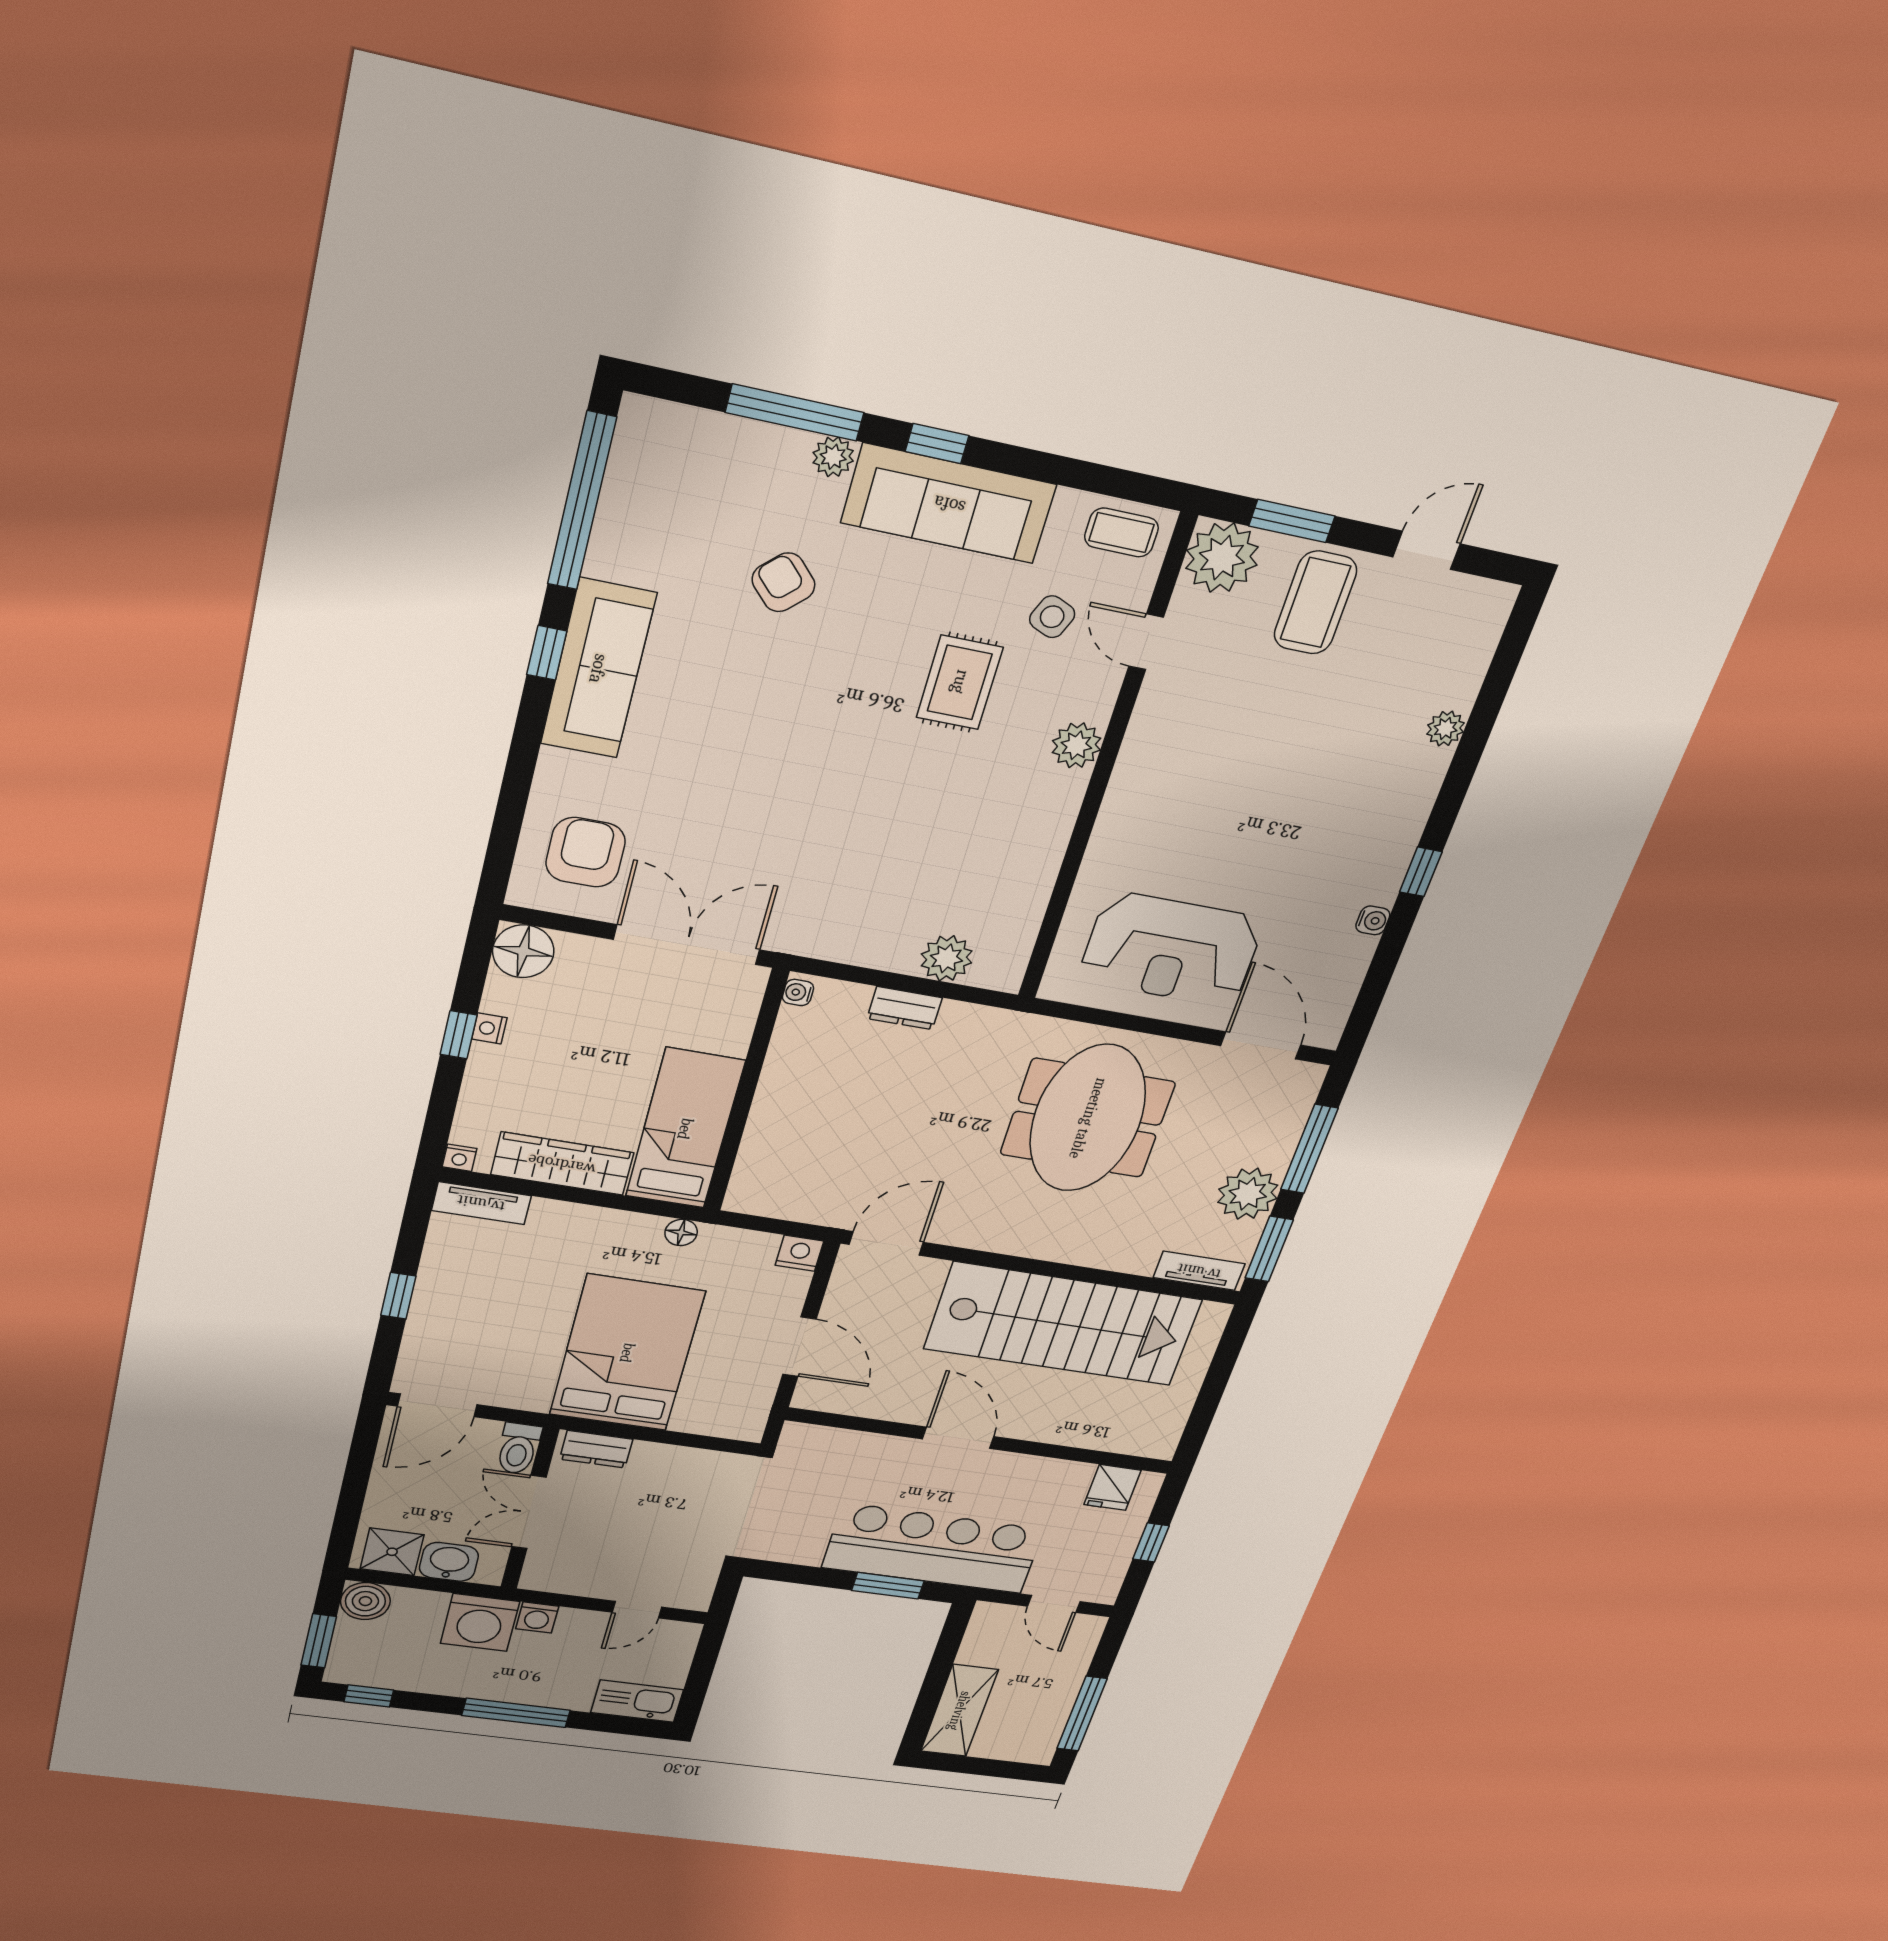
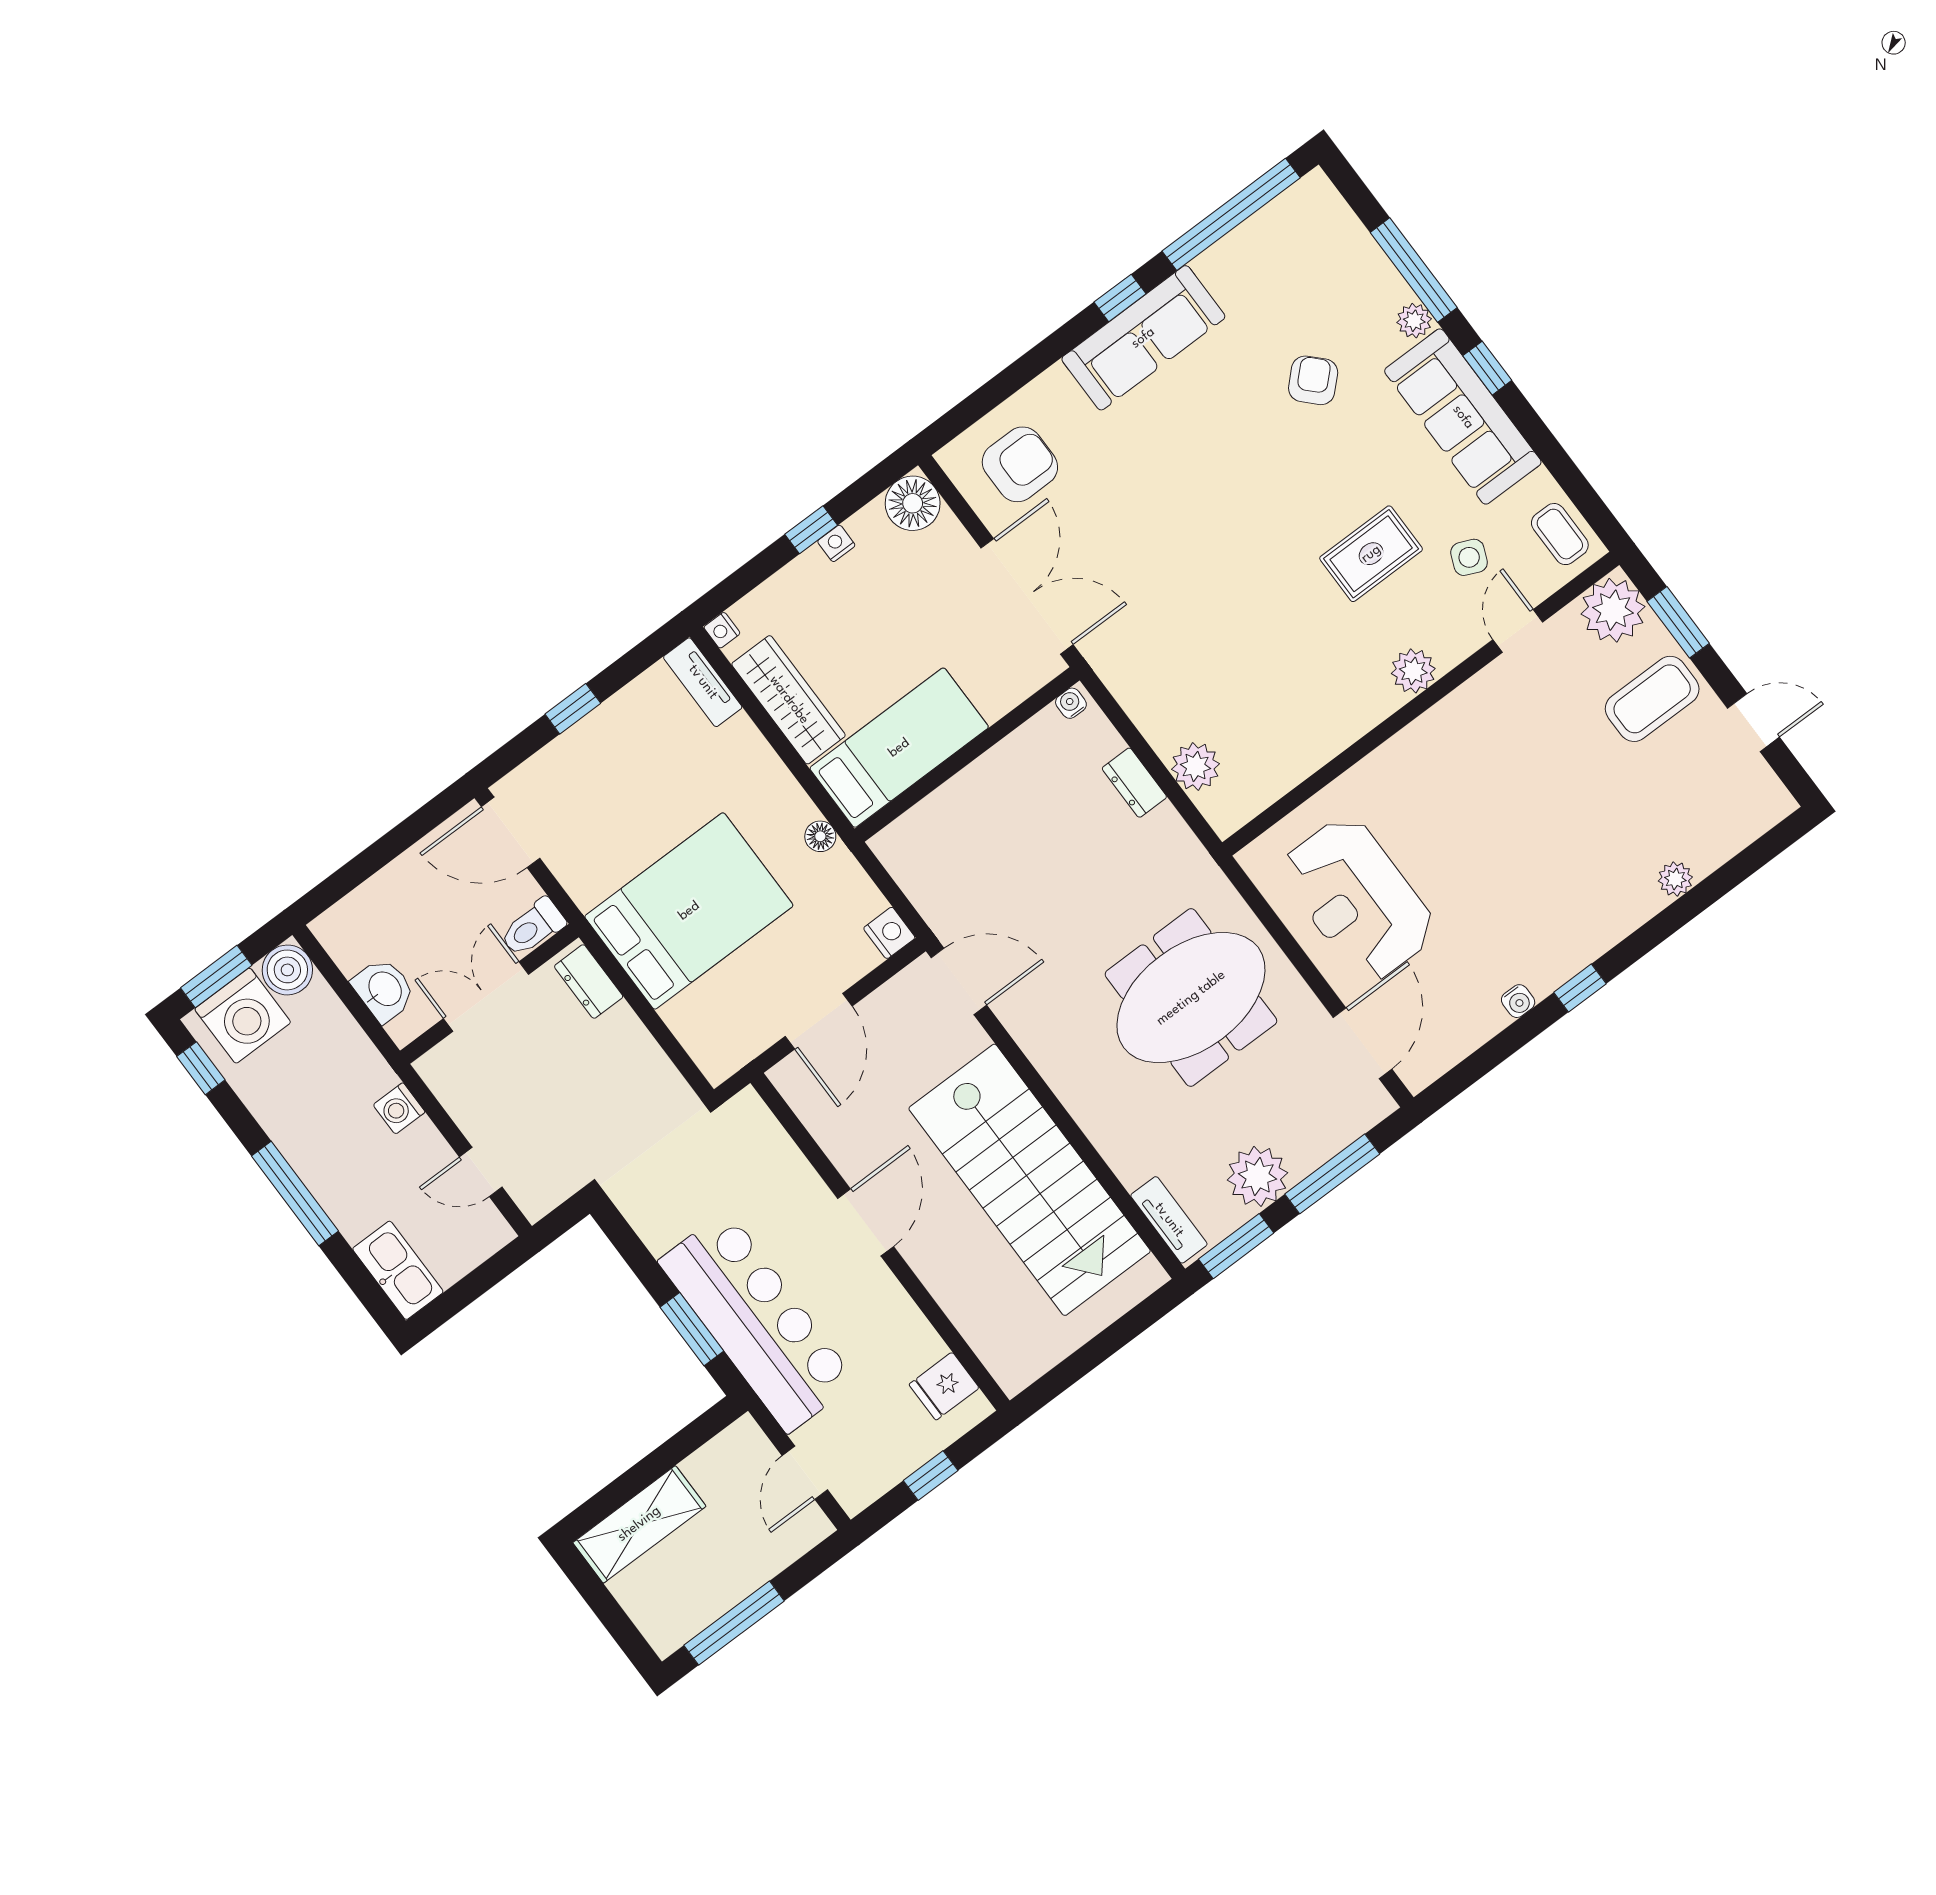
shower: (392, 1552) -> (352, 940), removed
washing machine: (480, 1622) -> (243, 1016), moved, turned -90

